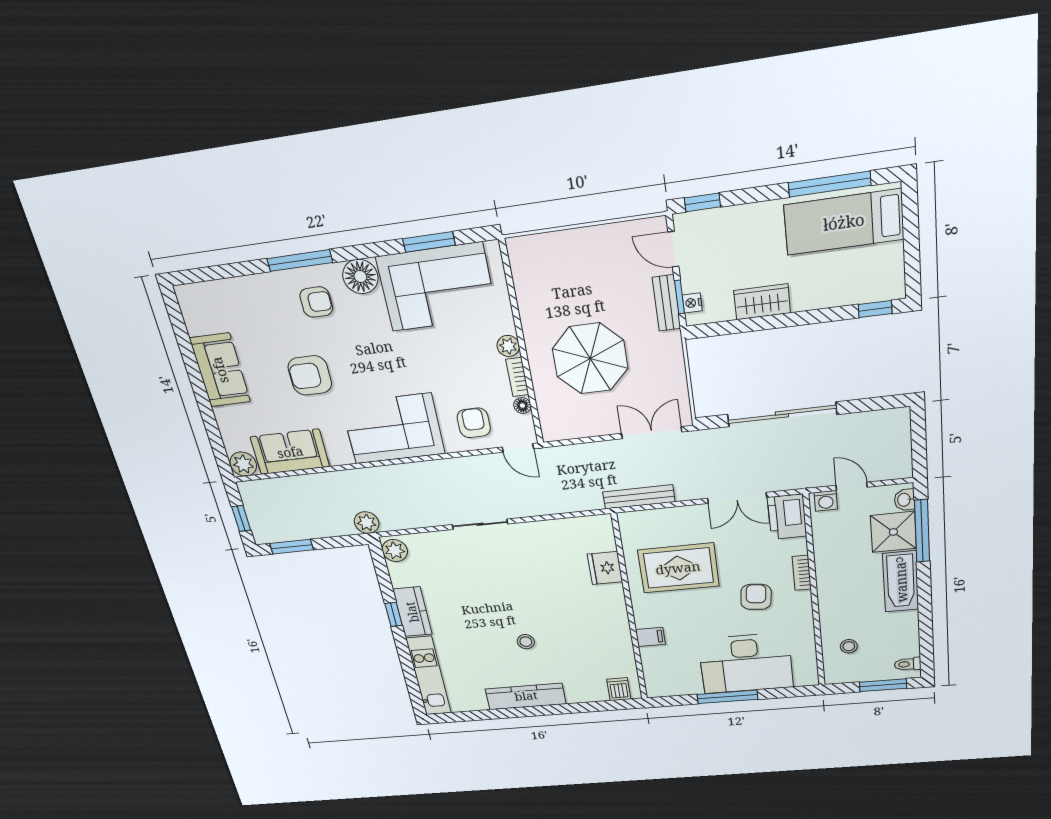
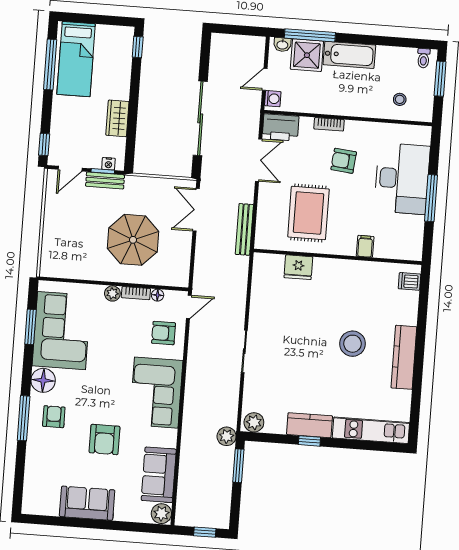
window: (292, 547) -> (238, 466), moved
stool: (526, 642) -> (352, 344), width x1.89, depth x1.89

